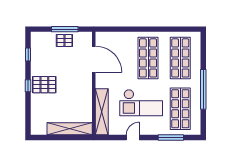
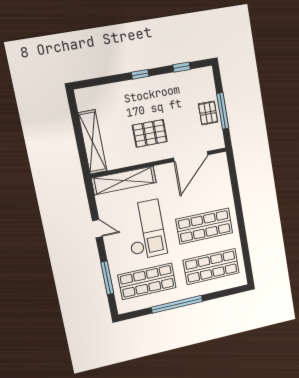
pallet: (44, 85) -> (150, 133), moved, turned 90
checkout: (141, 103) -> (146, 230), turned 180

